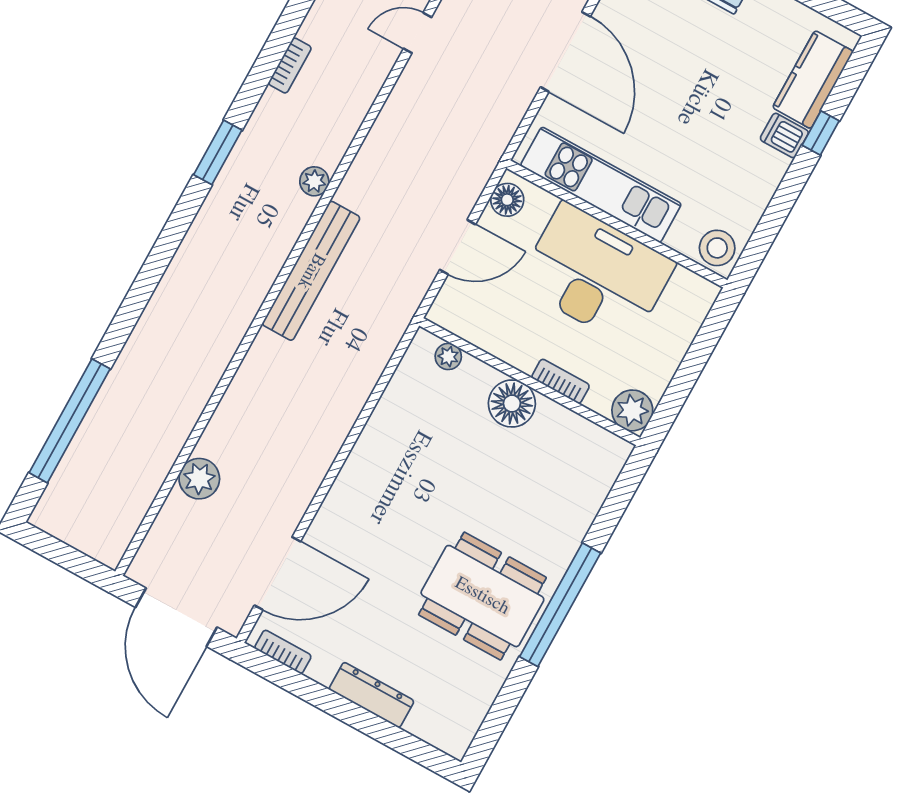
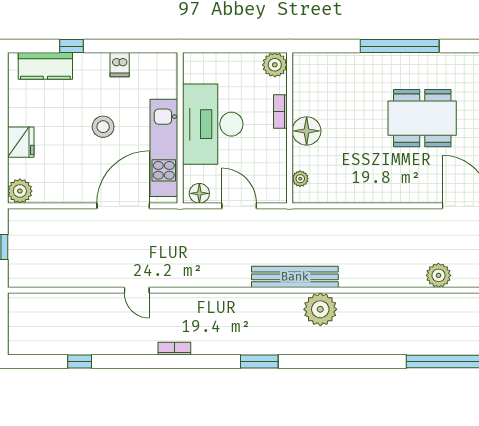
door: (565, 52) -> (123, 206), moved
bookcase: (290, 66) -> (174, 349), moved
dishwasher: (784, 135) -> (120, 65), moved
plant: (314, 181) -> (320, 309), moved, width x1.87, depth x1.87
stool: (717, 248) -> (103, 127), moved
dining table: (482, 596) -> (422, 118), moved, turned 90

